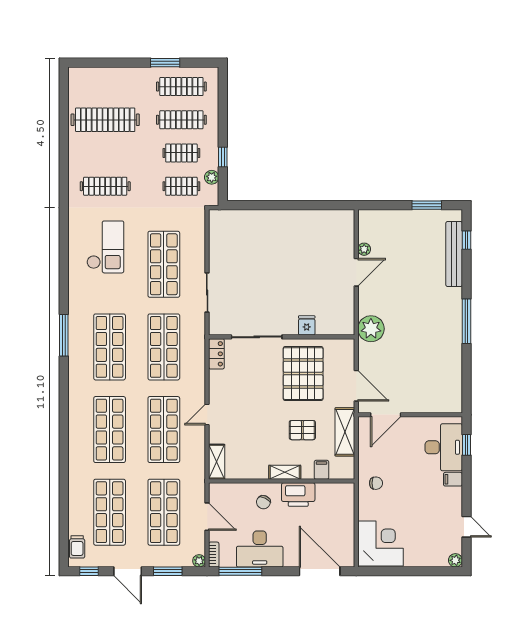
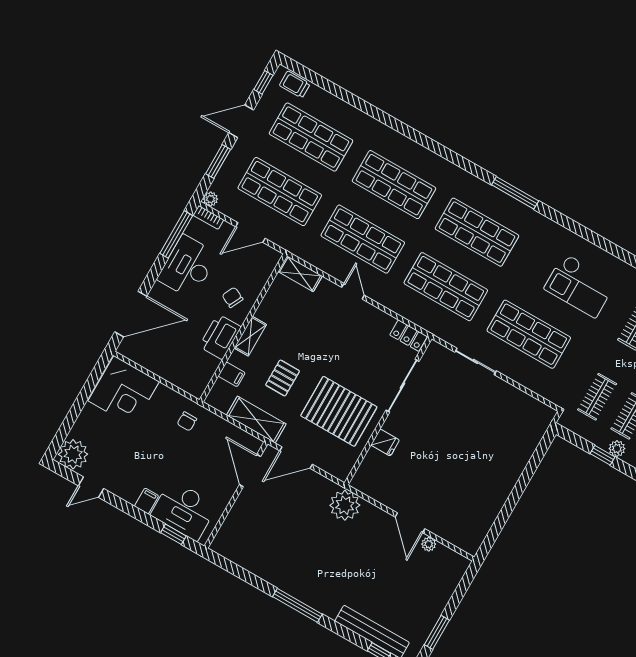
plant: (212, 177) -> (617, 449), moved
plant: (455, 560) -> (73, 454), width x1.88, depth x1.88

